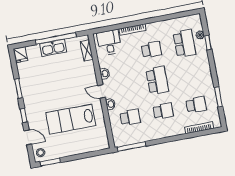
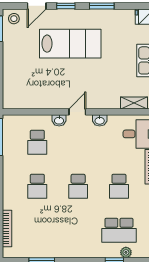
school desk: (157, 80) -> (78, 186), width x0.54
school desk: (196, 105) -> (37, 230), removed
lab bench: (71, 119) -> (70, 44), moved, turned 90

